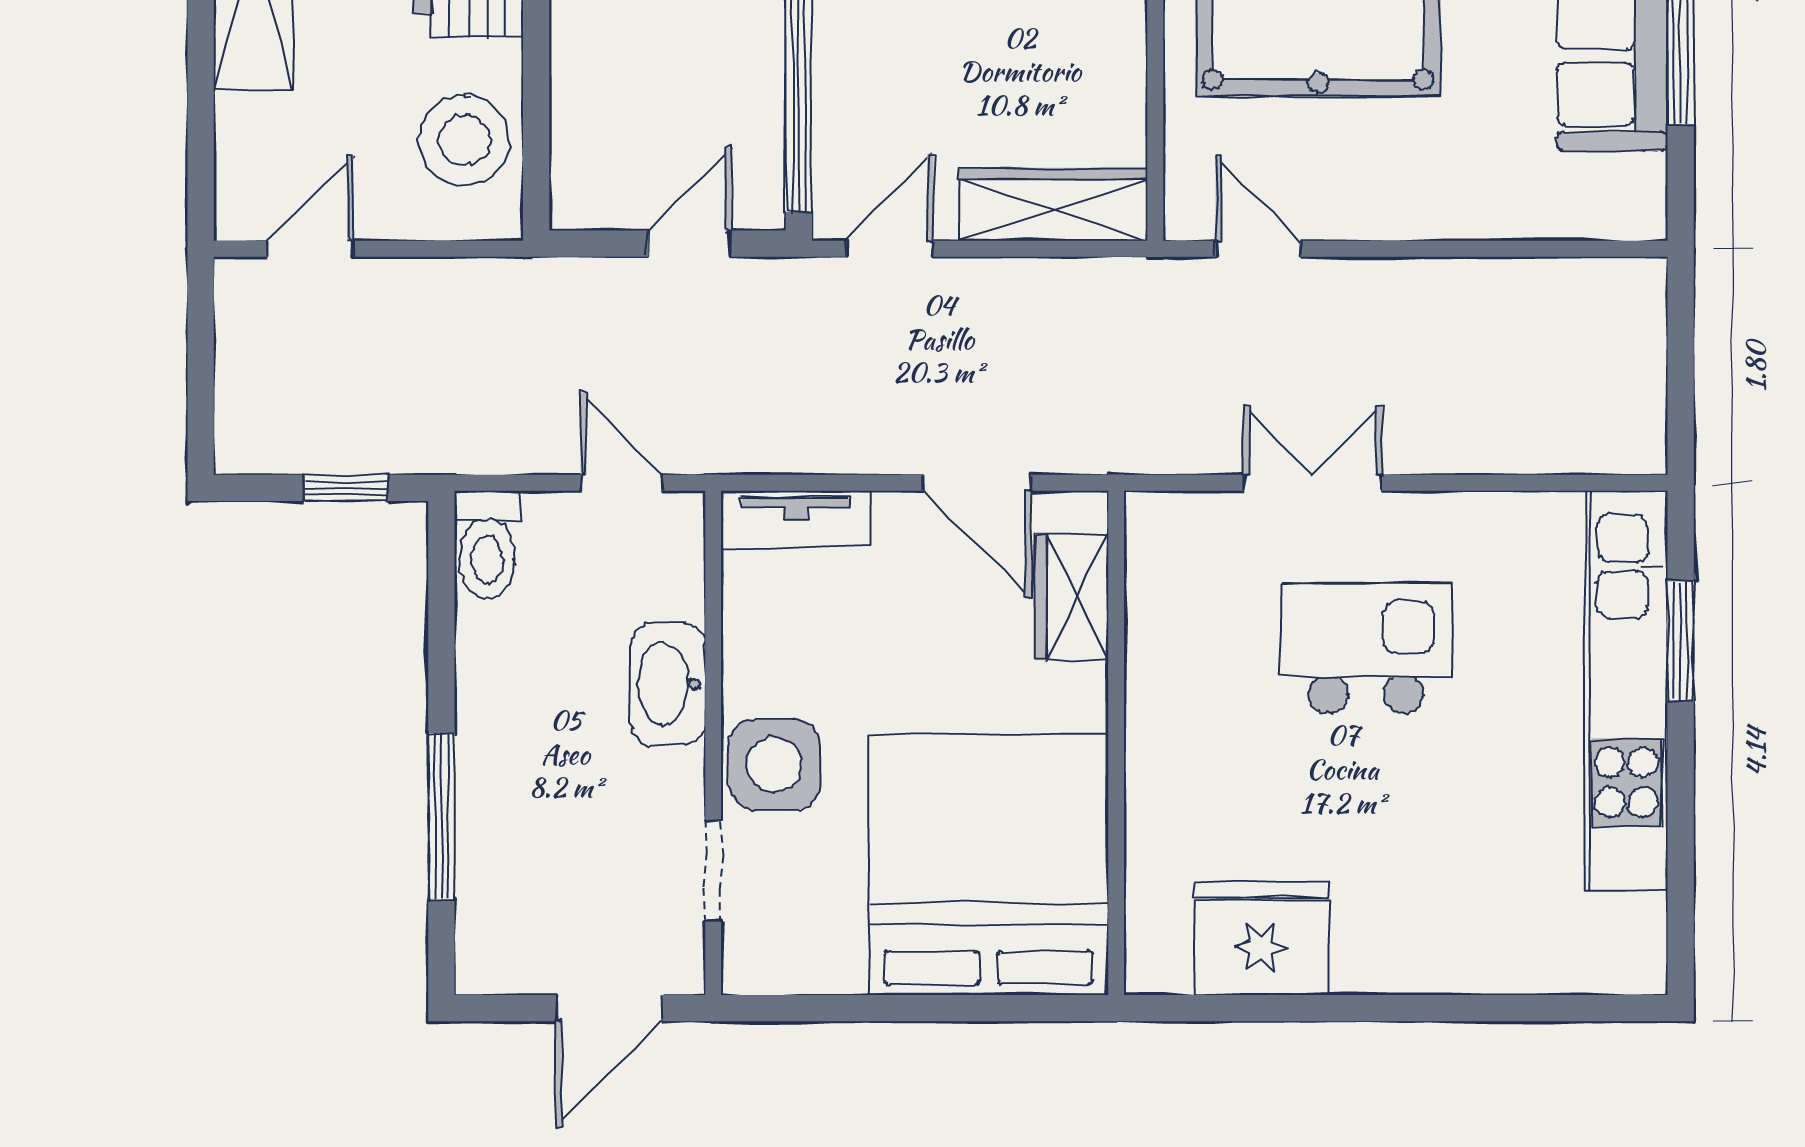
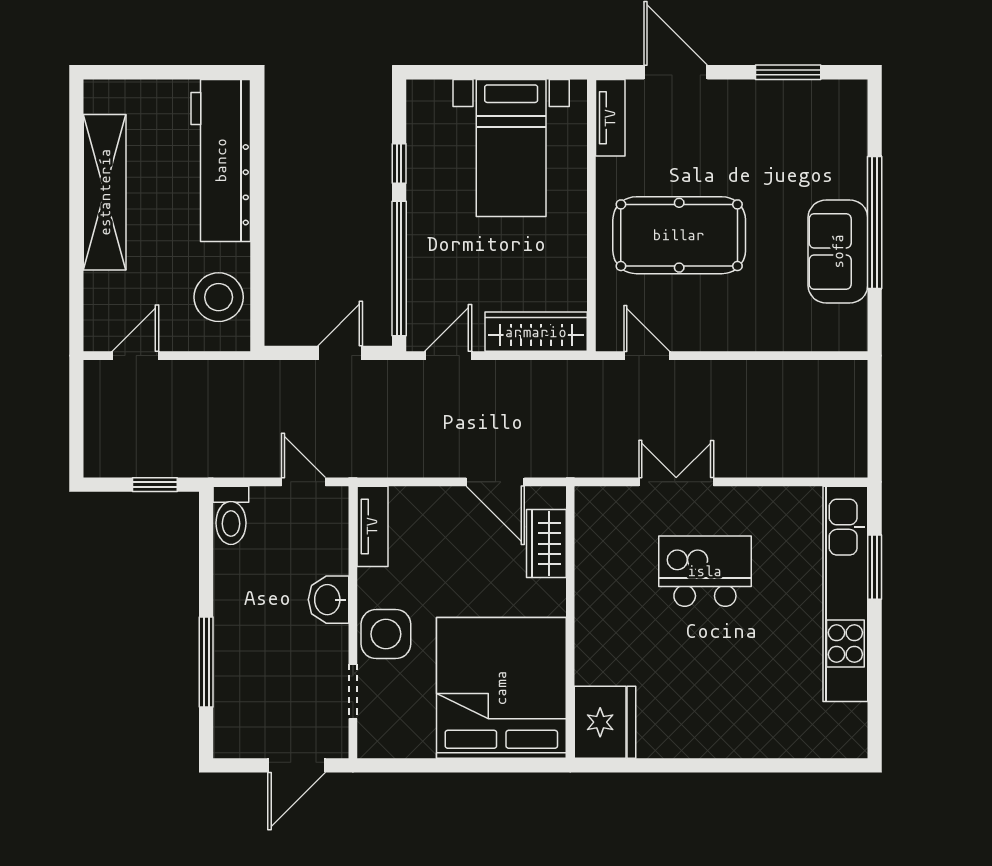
tv unit: (796, 519) -> (372, 526), moved, turned -90
washbasin: (668, 684) -> (328, 600), width x0.72
fridge: (1261, 939) -> (605, 722), moved, turned 90

